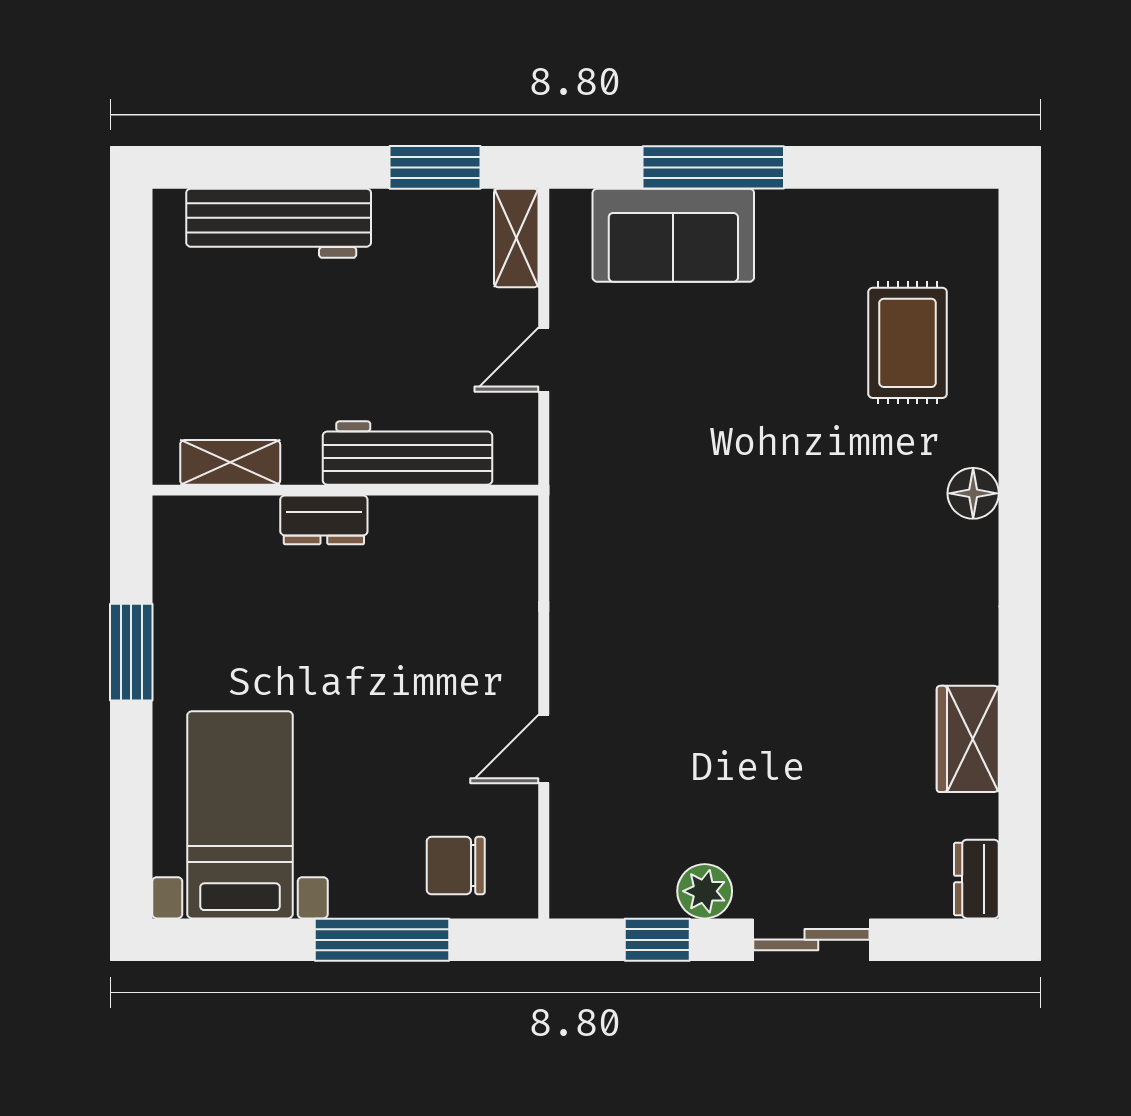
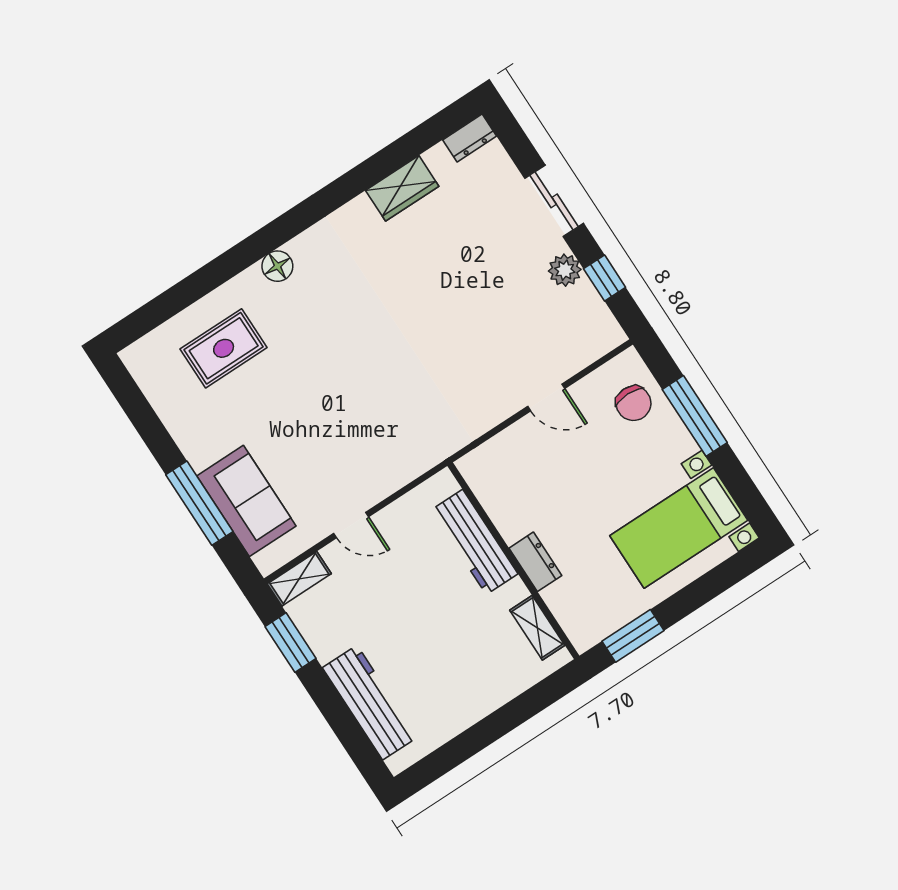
workbench: (407, 453) -> (474, 542), moved
shelving: (230, 462) -> (537, 628), moved
wall: (345, 490) -> (513, 561), moved
dresser: (324, 520) -> (535, 562), moved

